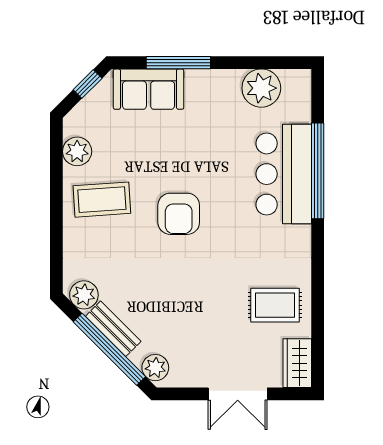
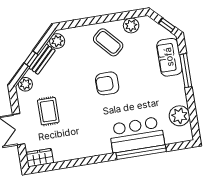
coffee table: (102, 200) -> (108, 42), turned -38
rug: (275, 305) -> (48, 111), moved
window: (109, 349) -> (31, 59), width x0.32

